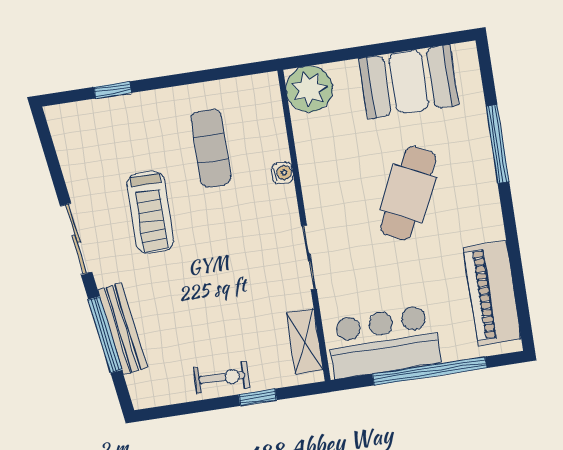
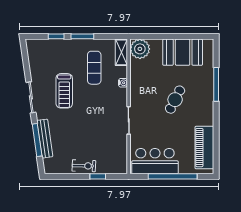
window: (173, 81) -> (82, 36), added
cafe table: (408, 193) -> (175, 100), width x0.73, depth x0.74
shelving: (305, 341) -> (121, 52), moved

